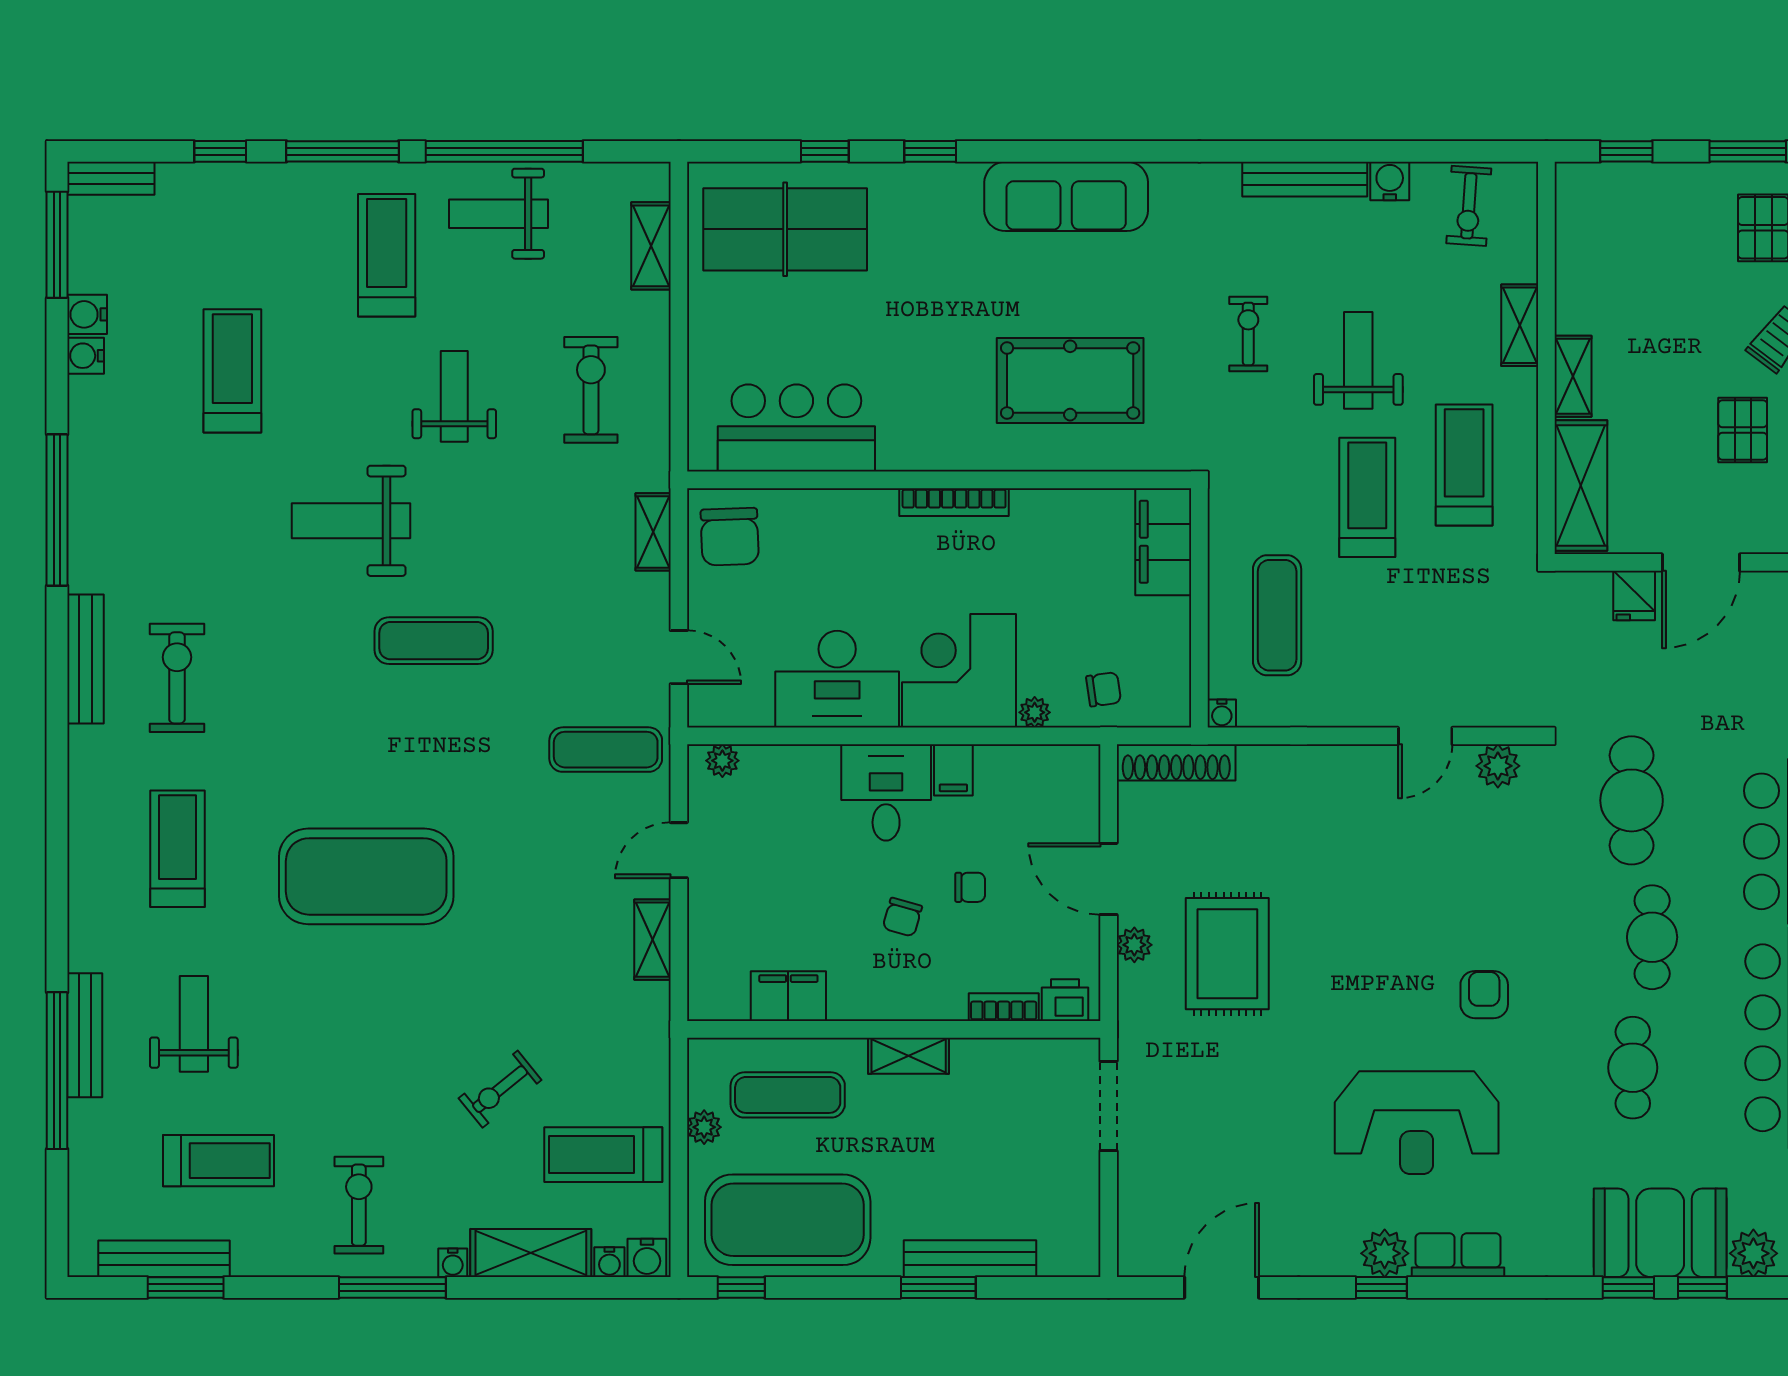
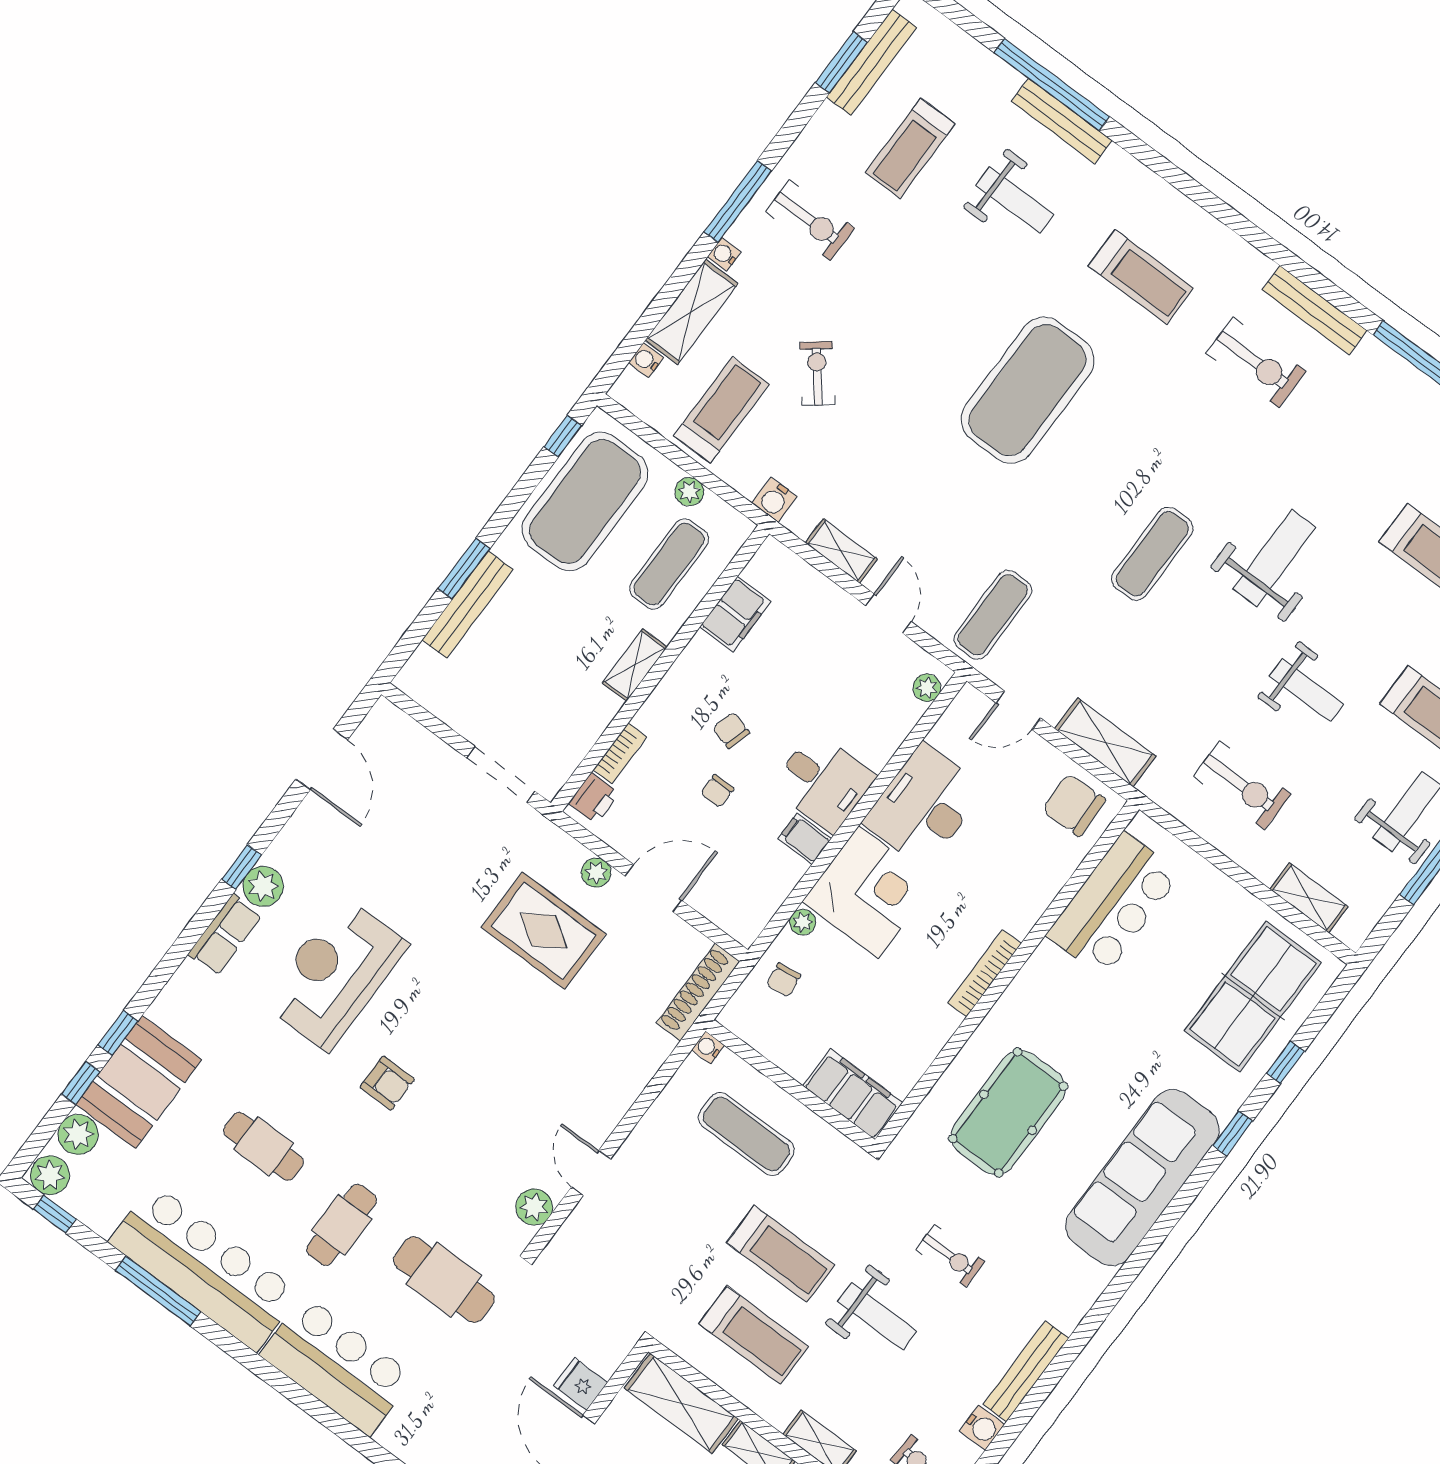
sofa: (1066, 196) -> (1142, 1178), width x1.36, depth x1.27
shelving: (653, 532) -> (1105, 742), width x1.50, depth x1.33
cafe table: (1652, 937) -> (342, 1225), turned 90
water cooler: (647, 1258) -> (774, 500), moved, turned -90

